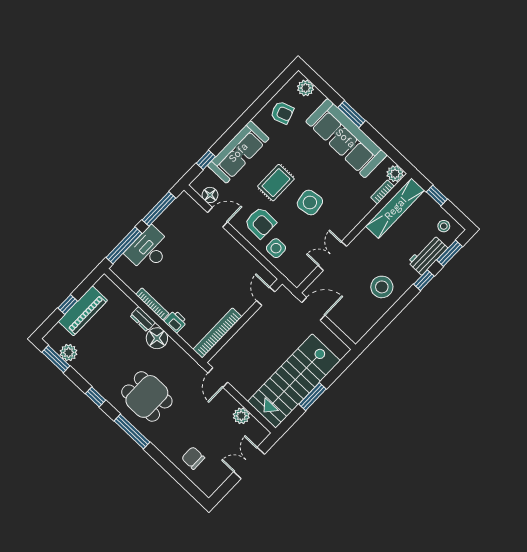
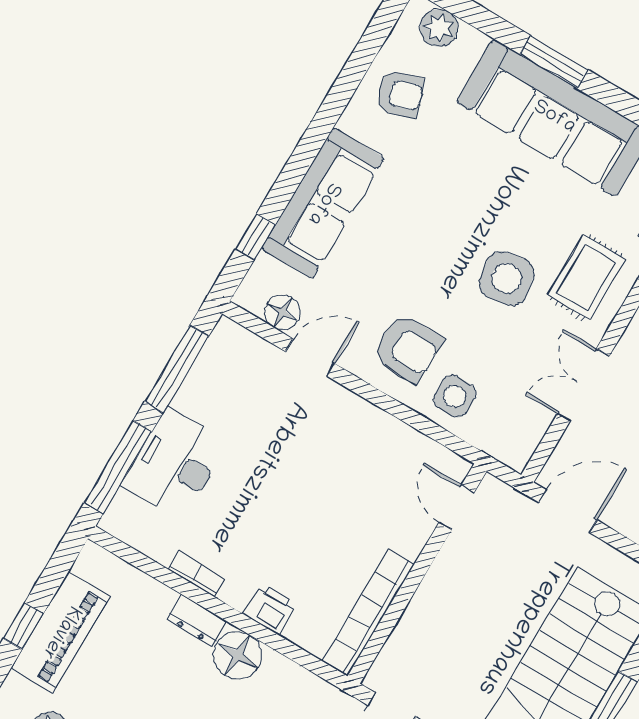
rug: (276, 183) -> (586, 277), moved
bookcase: (152, 304) -> (197, 574), width x0.64

